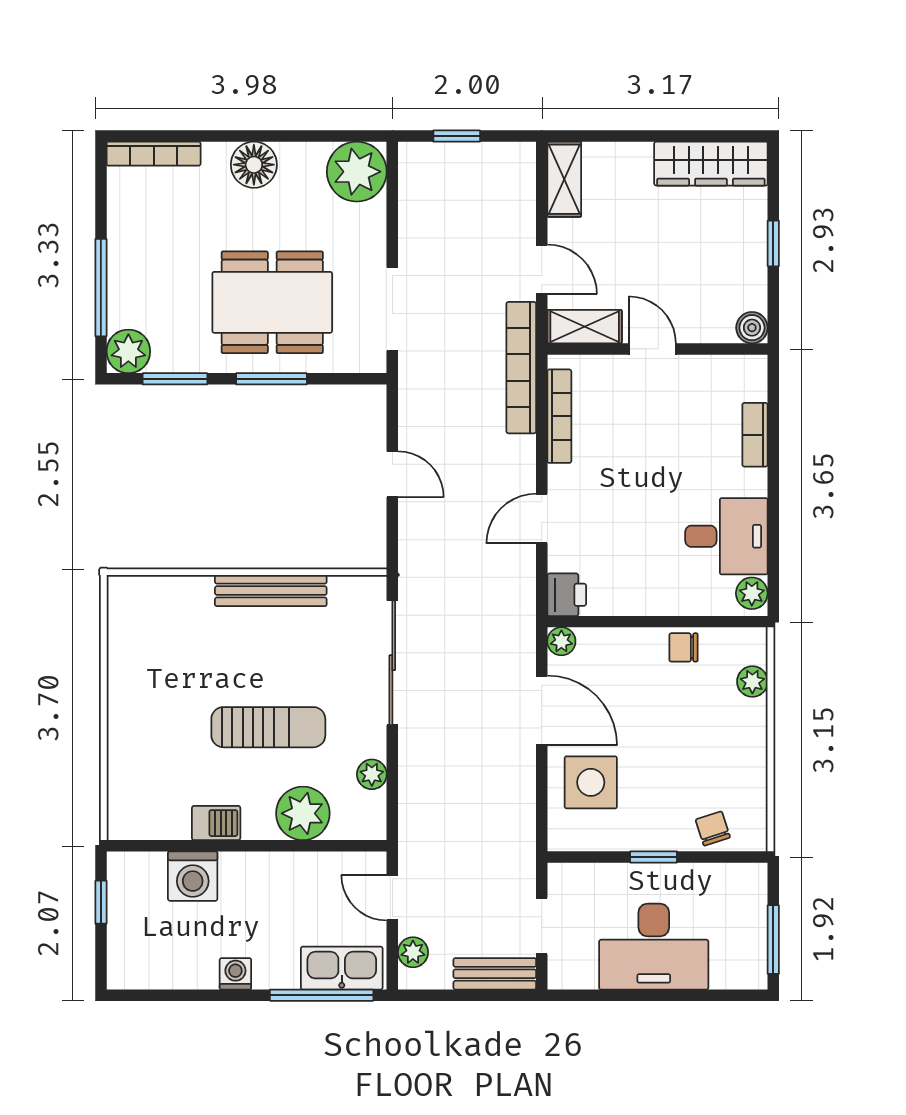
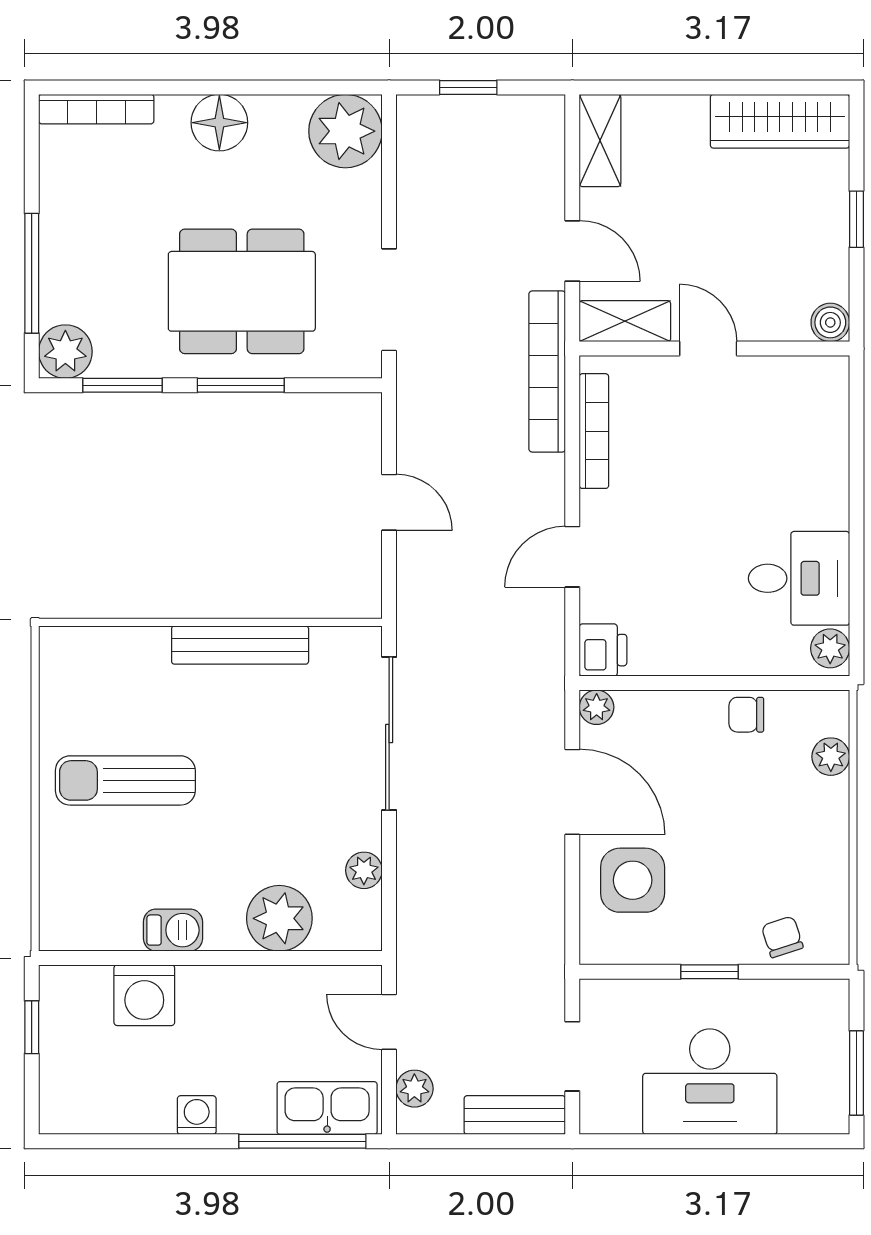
bookcase: (755, 435) -> (834, 454), removed
sun lounger: (268, 727) -> (125, 780), moved, turned 180

